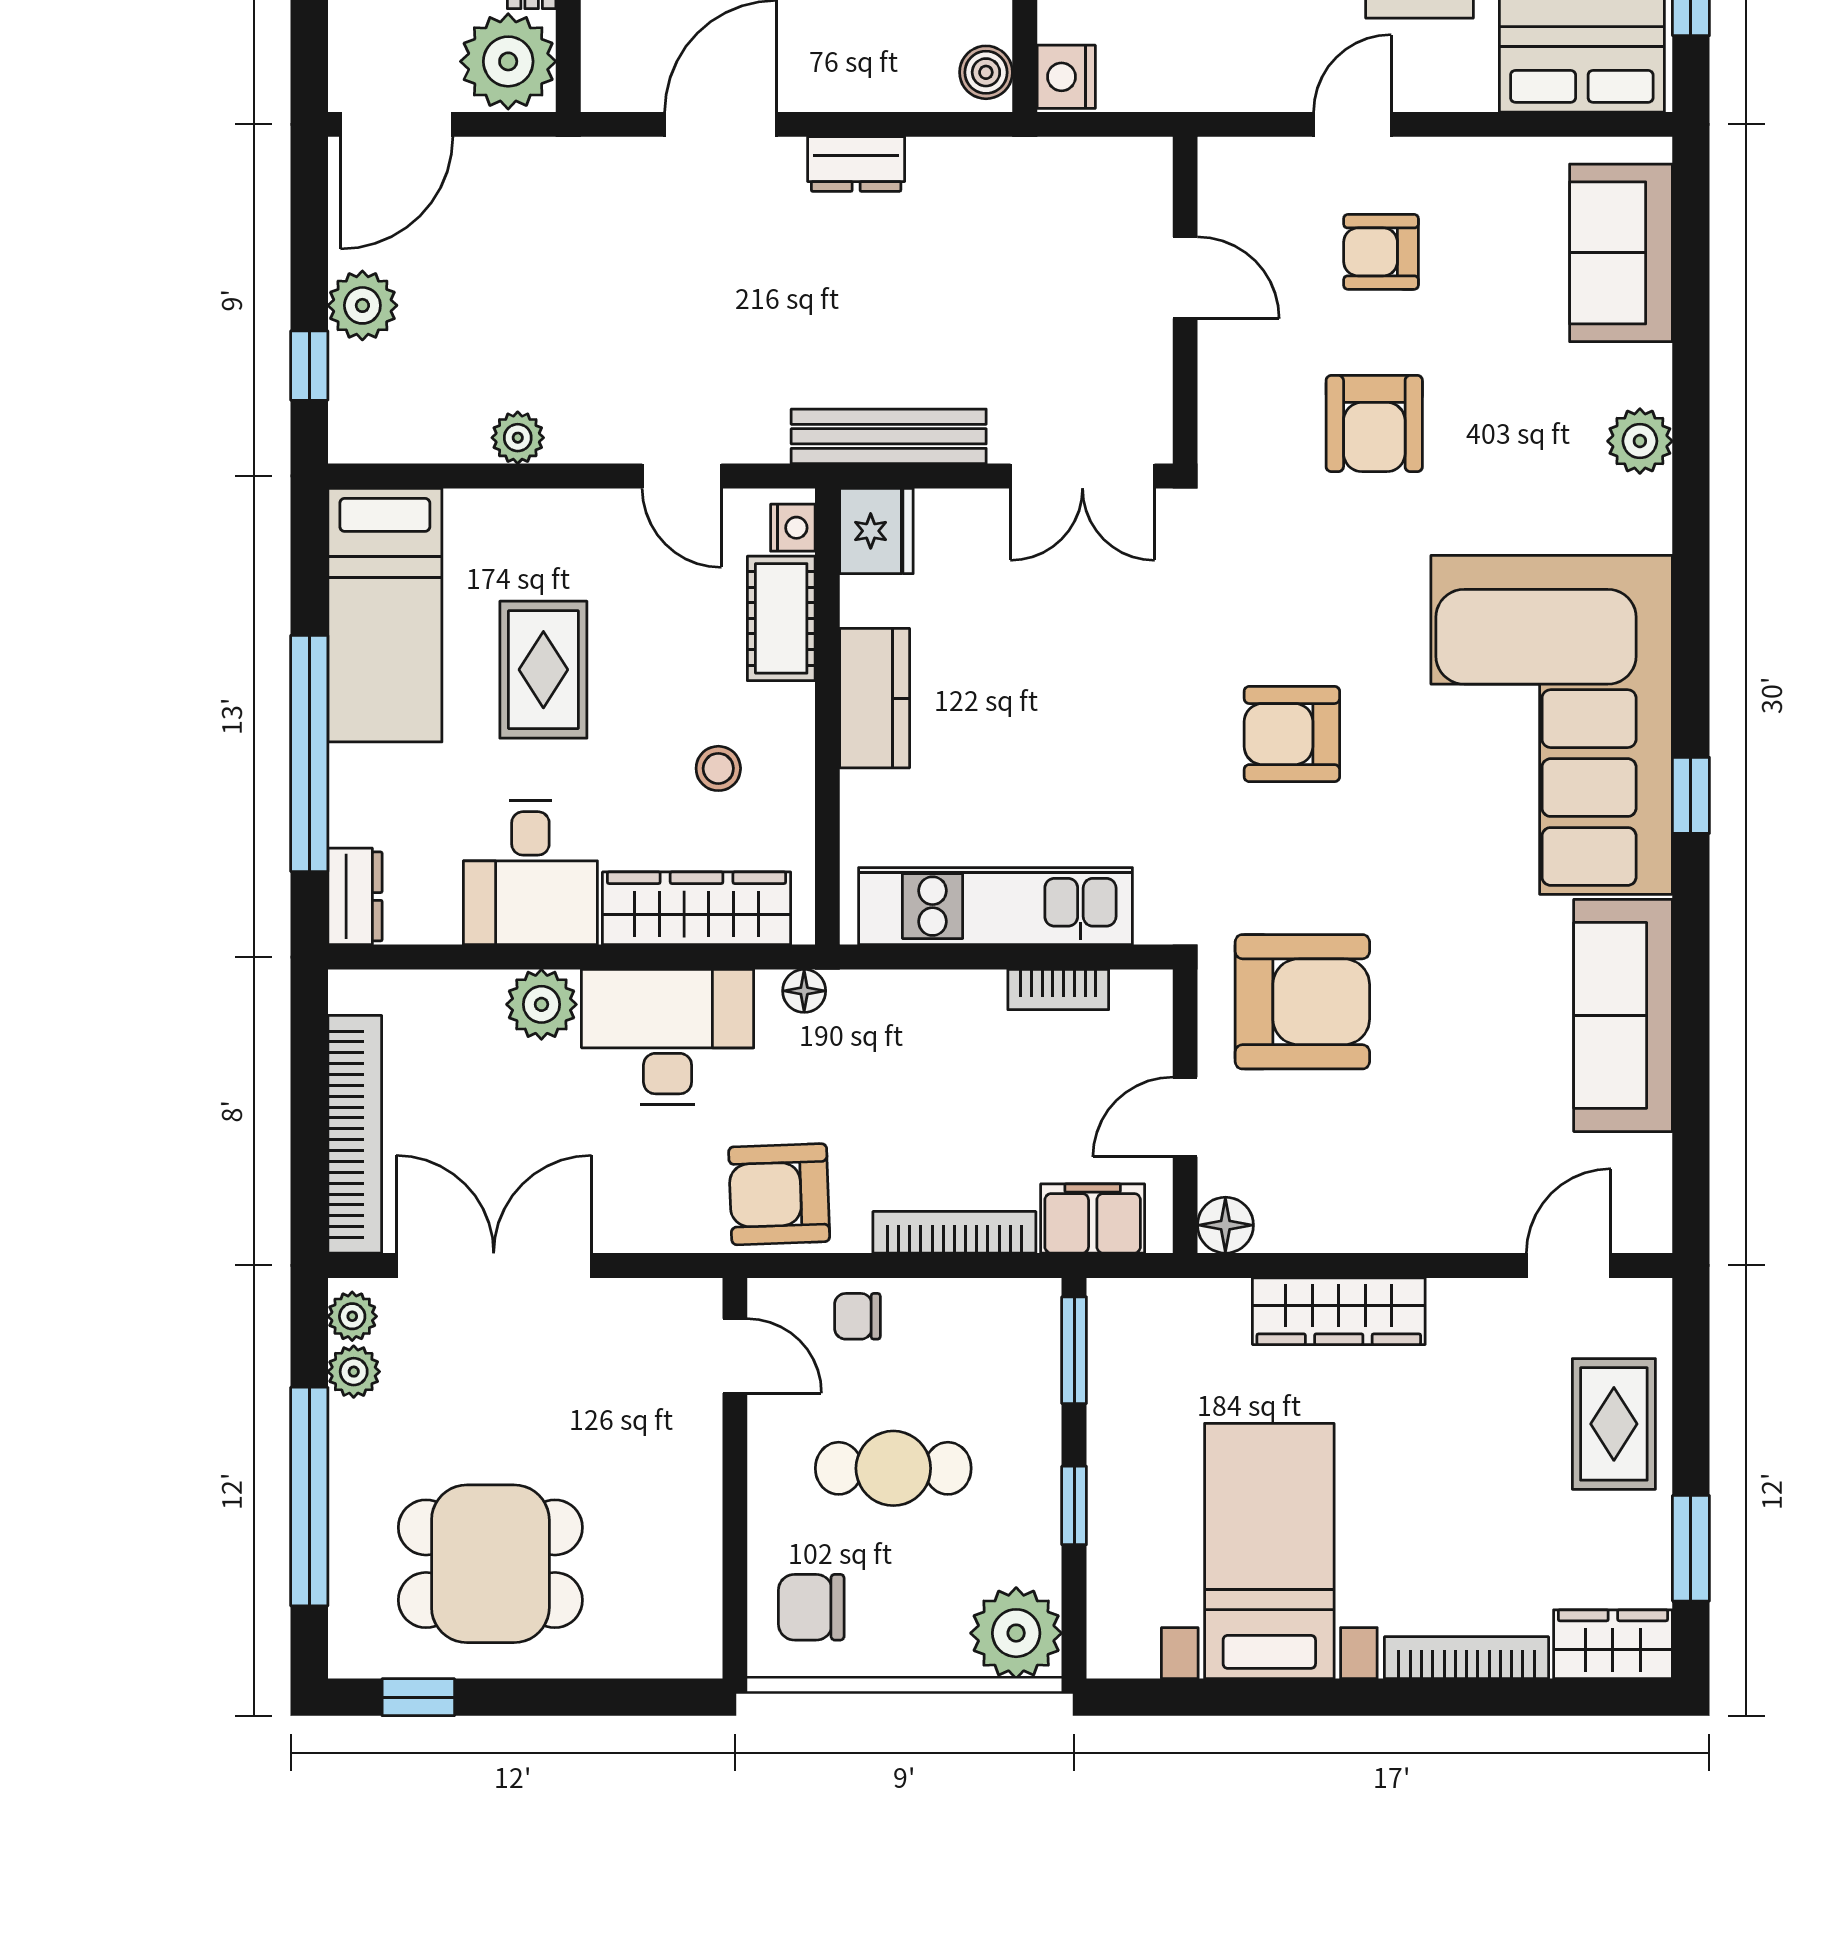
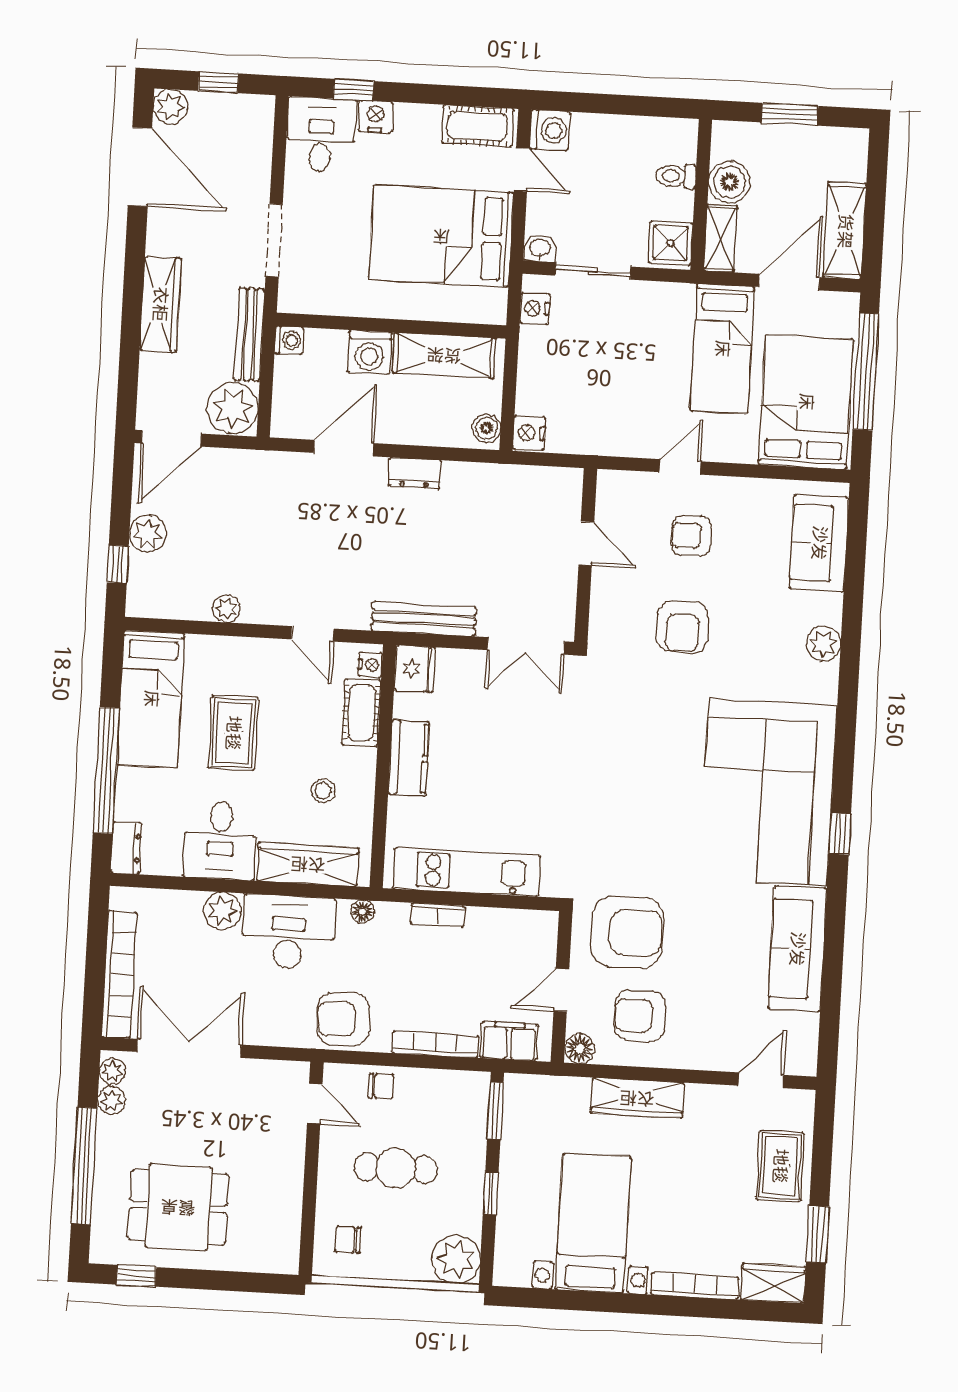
armchair: (1292, 734) -> (640, 1016), moved
bookcase: (1058, 990) -> (438, 915), moved
chair: (857, 1316) -> (381, 1086), turned 180
chair: (811, 1607) -> (348, 1240), width x0.73, depth x0.73

